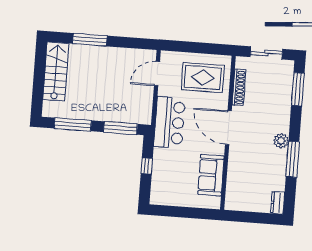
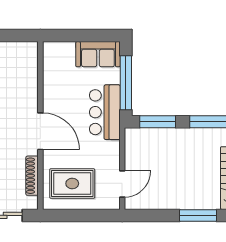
bar counter: (169, 122) -> (105, 112), moved
window: (147, 166) -> (126, 83), width x3.17
sofa: (211, 175) -> (98, 54), moved, turned 90

